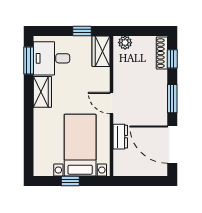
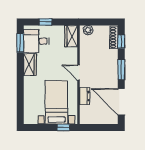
window: (82, 31) -> (46, 22), moved
window: (70, 181) -> (63, 127), moved

